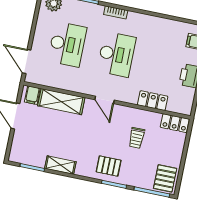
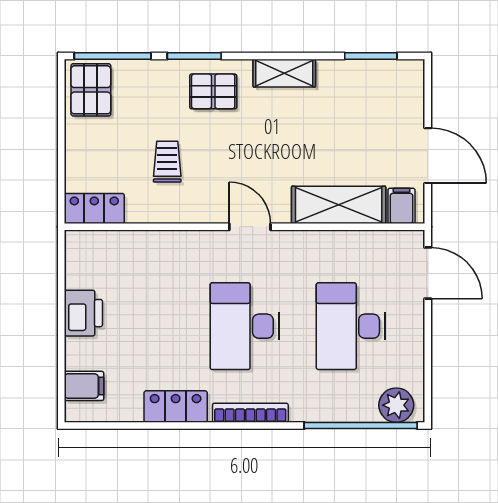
bookcase: (116, 12) -> (250, 413), width x1.56
locker: (153, 101) -> (176, 407), moved, turned 180
shelving: (60, 165) -> (284, 73), moved

